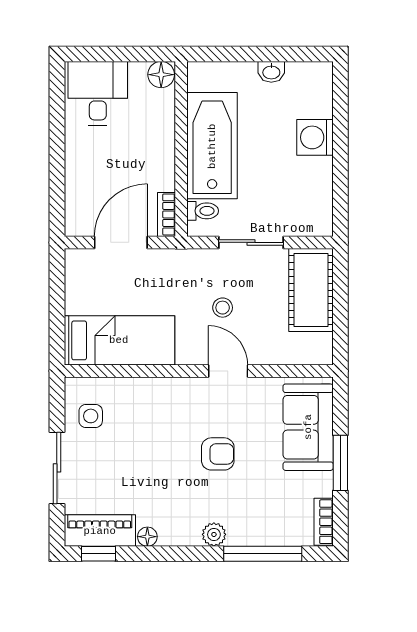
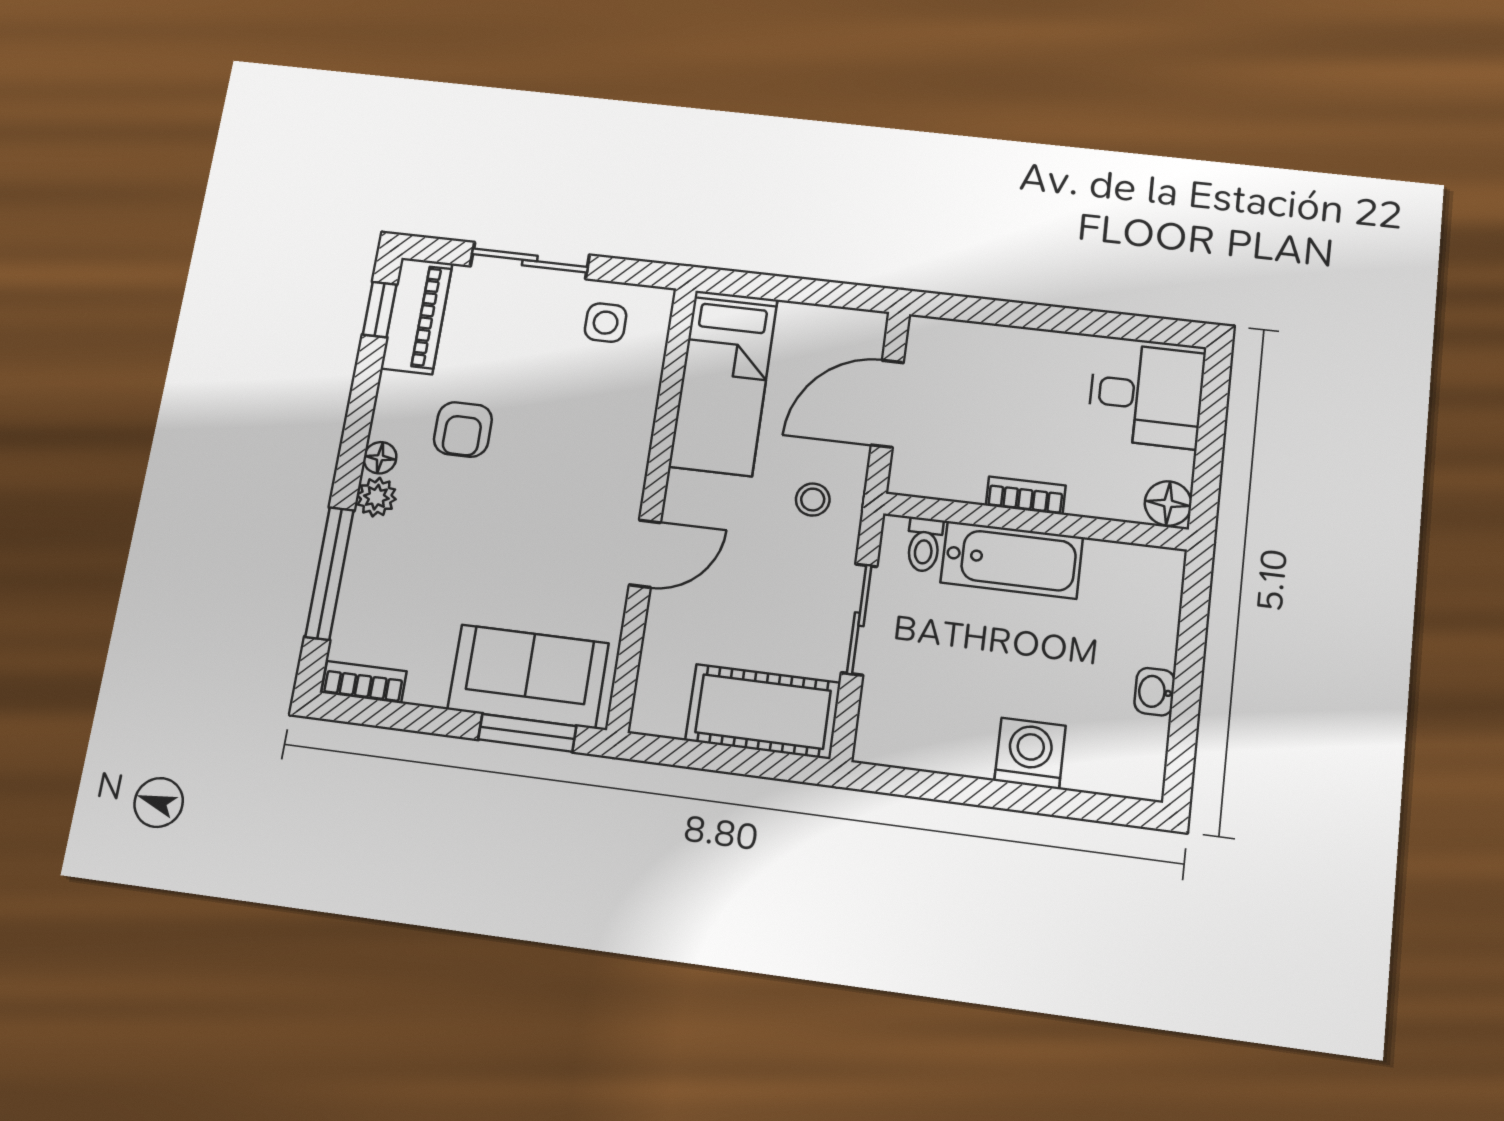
bathtub: (212, 146) -> (1012, 560), width x0.73, depth x0.73
bookcase: (166, 214) -> (1026, 496), moved
door: (121, 242) -> (887, 404), swing flipped
stool: (223, 308) -> (813, 500), moved
armchair: (218, 454) -> (463, 429), moved
window: (340, 463) -> (527, 733), moved
floor lamp: (147, 537) -> (380, 458), moved

